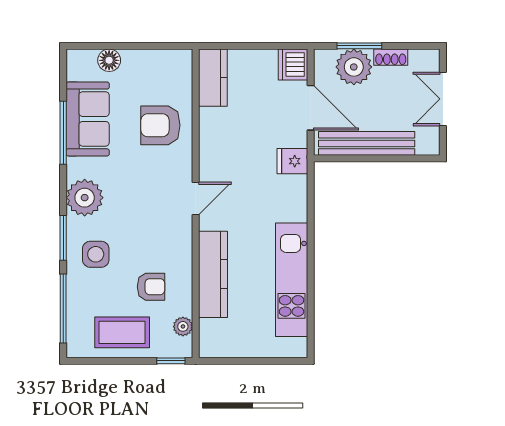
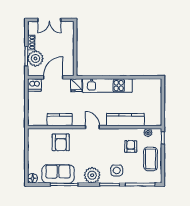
floor lamp: (109, 60) -> (33, 178), moved
kitchen counter: (213, 78) -> (60, 120), moved
bench: (367, 143) -> (69, 53), removed
kitchen unit: (292, 280) -> (107, 86), moved

